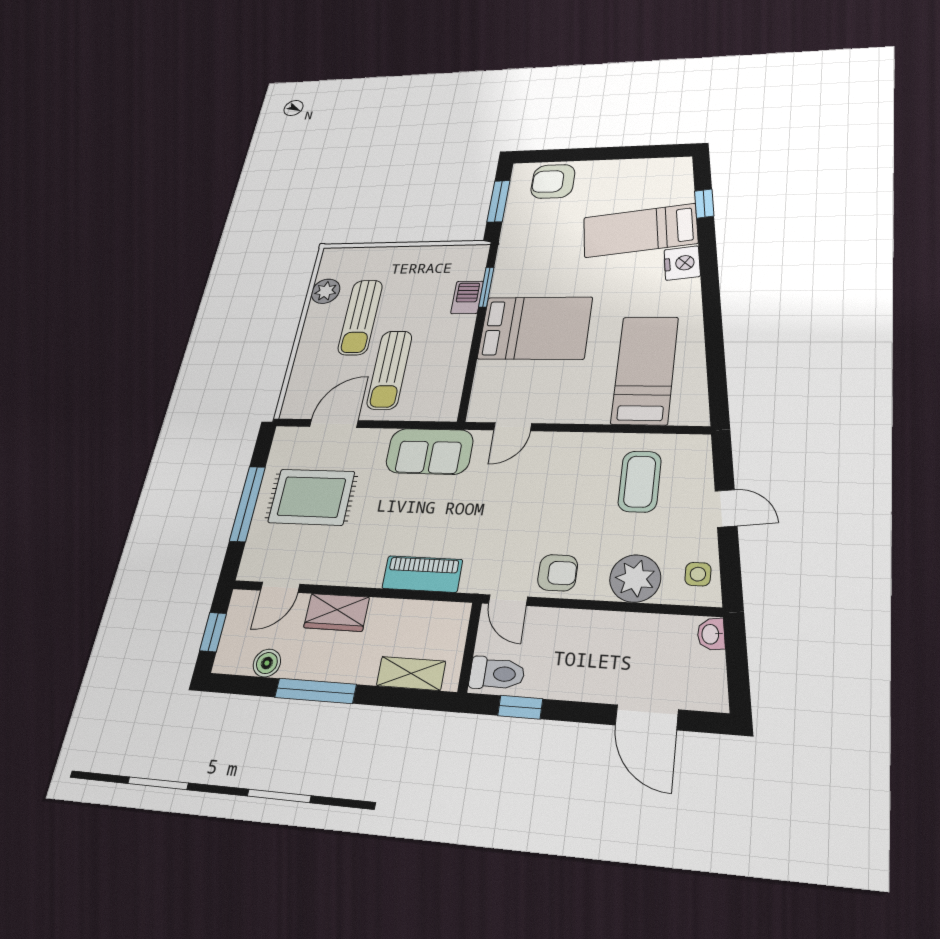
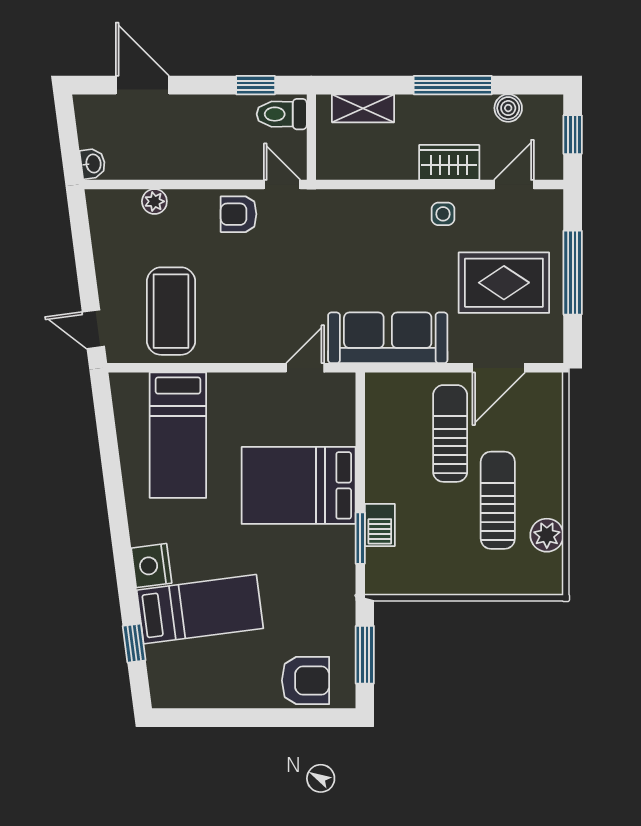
sofa: (429, 451) -> (388, 338), width x1.36
coffee table: (640, 481) -> (171, 311), width x1.36, depth x1.32
door: (726, 508) -> (93, 329), moved
piano: (422, 574) -> (370, 206), removed
side table: (698, 574) -> (443, 214), moved
plant: (635, 578) -> (154, 201), width x0.53, depth x0.53

